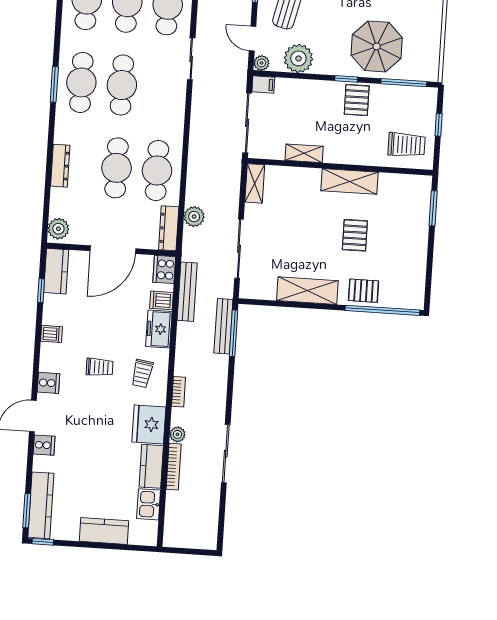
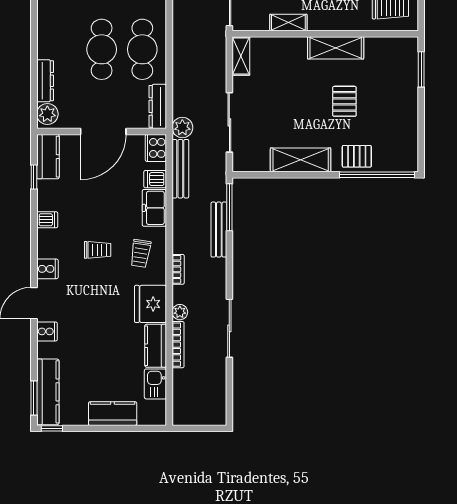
dresser: (60, 166) -> (45, 81), moved
plant: (194, 217) -> (182, 128), moved
bench: (223, 326) -> (219, 230), moved

